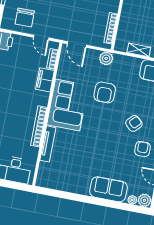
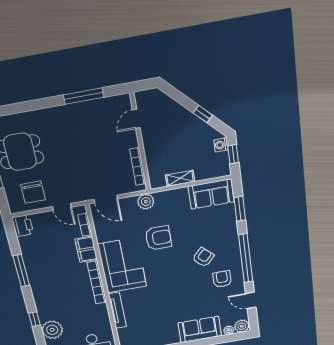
armchair: (105, 92) -> (158, 238), turned -90
bookcase: (39, 126) -> (97, 282), moved

